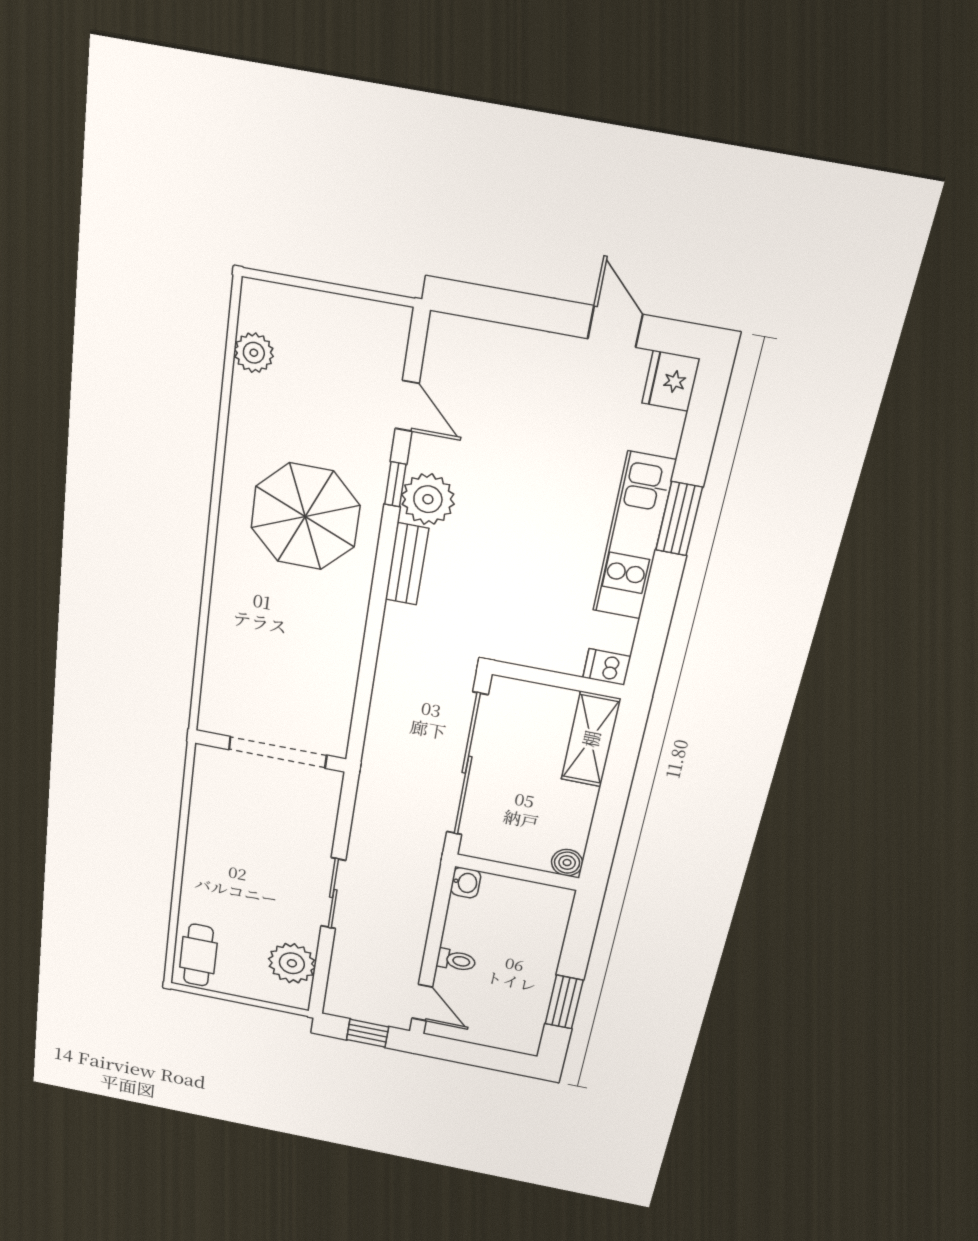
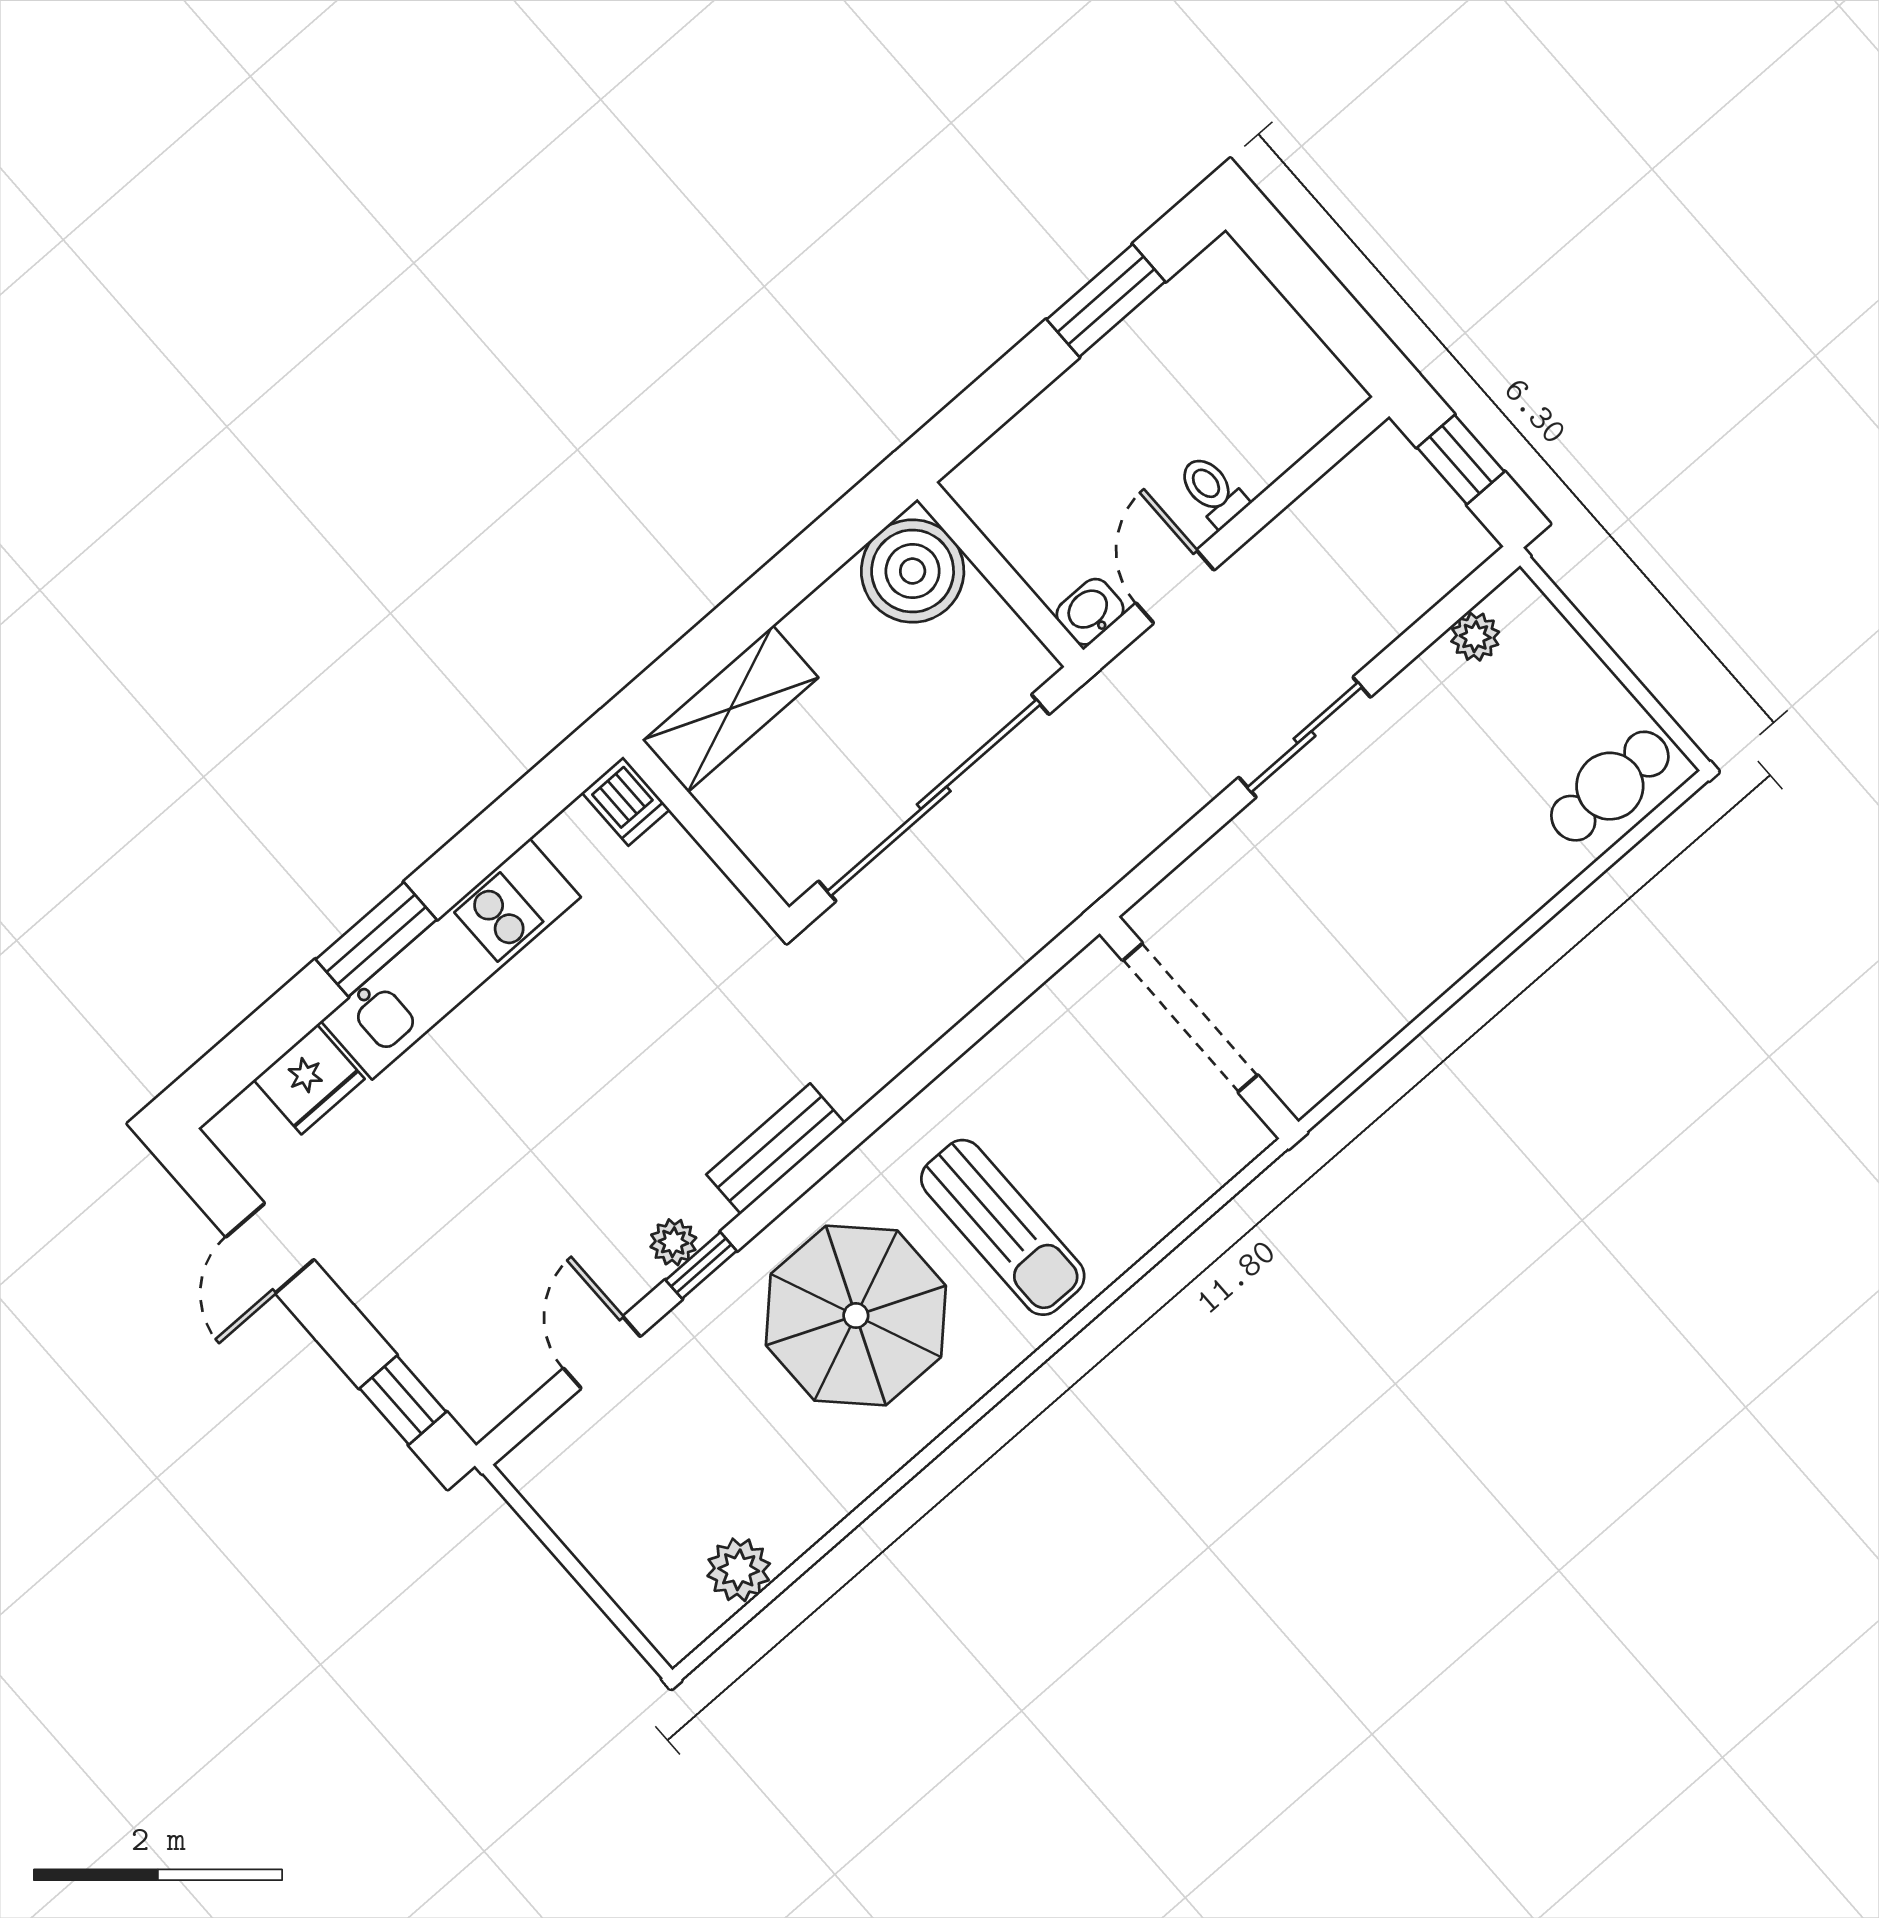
window: (485, 303) -> (403, 1400), added
fridge: (671, 381) -> (309, 1079), moved
plant: (428, 499) -> (673, 1242), width x0.53, depth x0.53
sun lounger: (276, 606) -> (1003, 1227), added
boiler: (567, 863) -> (913, 571), width x1.86, depth x1.86
plant: (292, 963) -> (1475, 637), width x0.53, depth x0.53
door: (422, 1003) -> (1175, 587), moved

